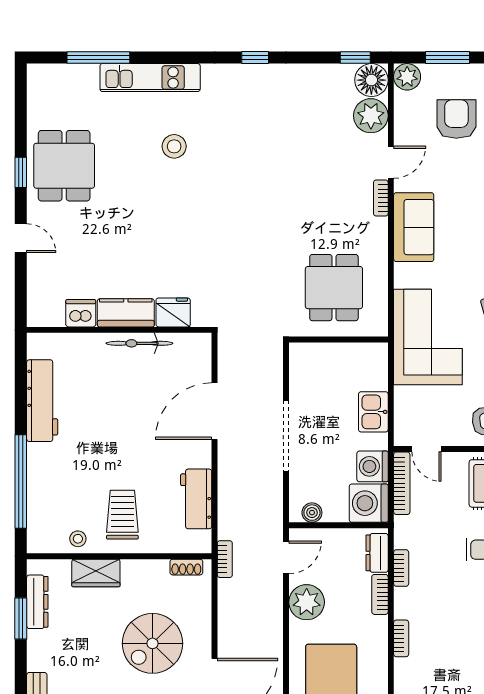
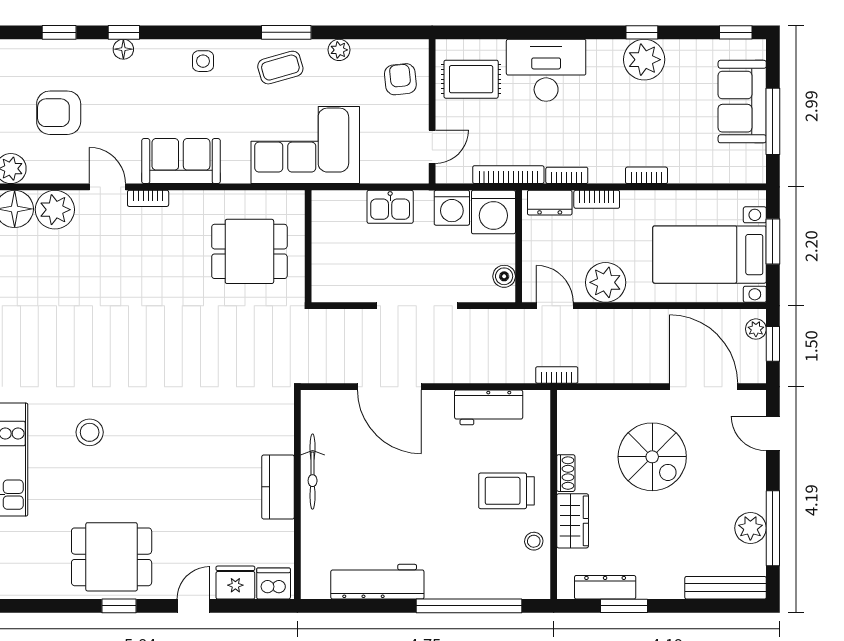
fridge: (173, 312) -> (235, 583), moved, turned 90
dishwasher: (81, 313) -> (274, 583), moved, turned 90
bookcase: (402, 483) -> (508, 175), moved
shoe rack: (186, 567) -> (566, 473), moved

